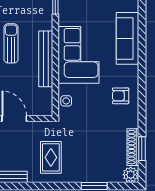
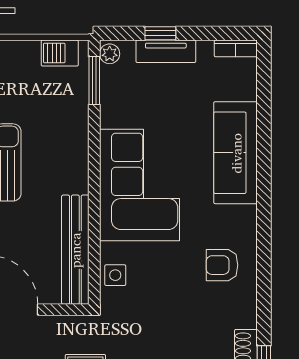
bench: (46, 59) -> (75, 250), moved

